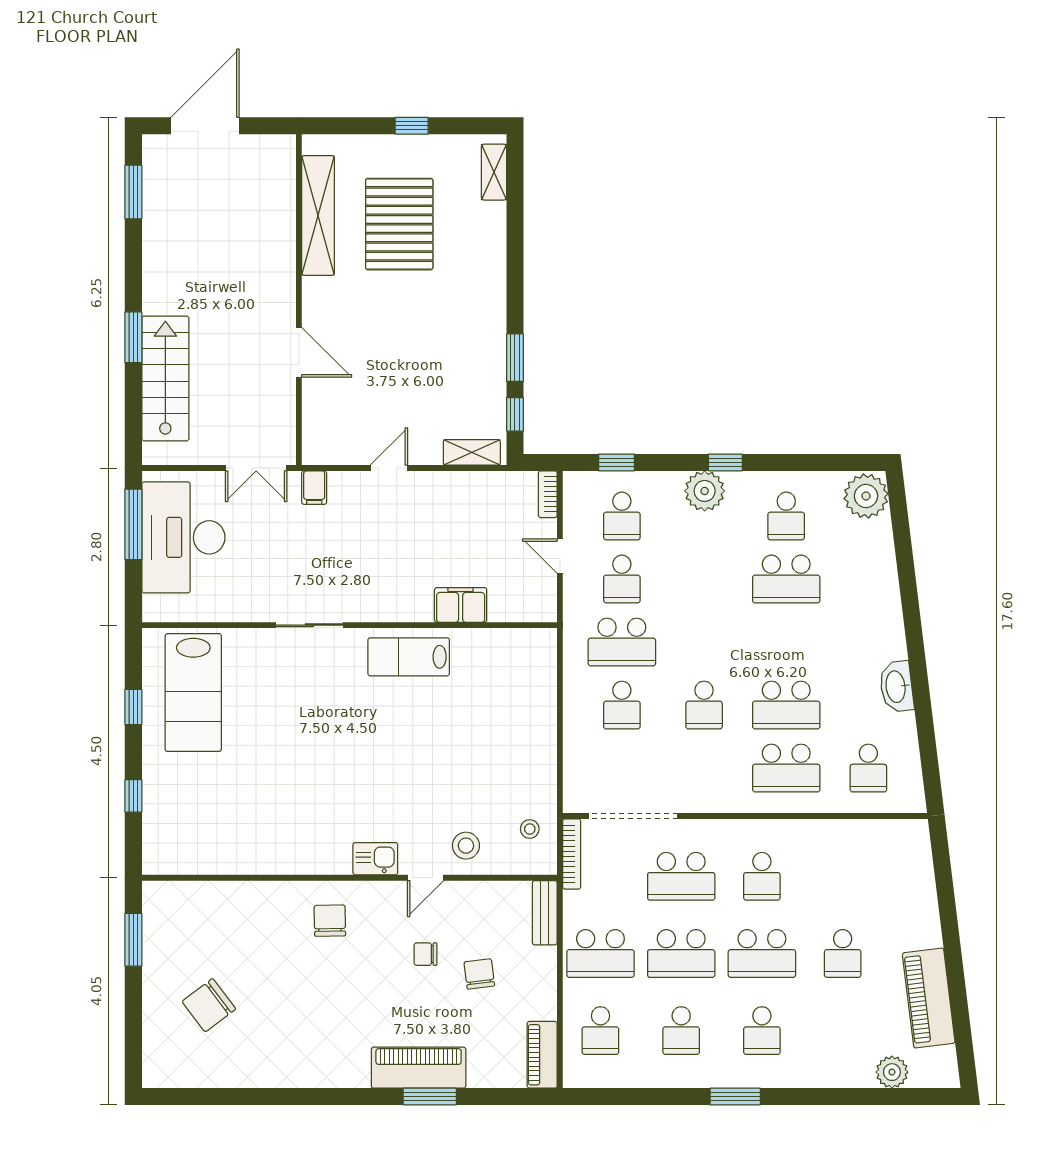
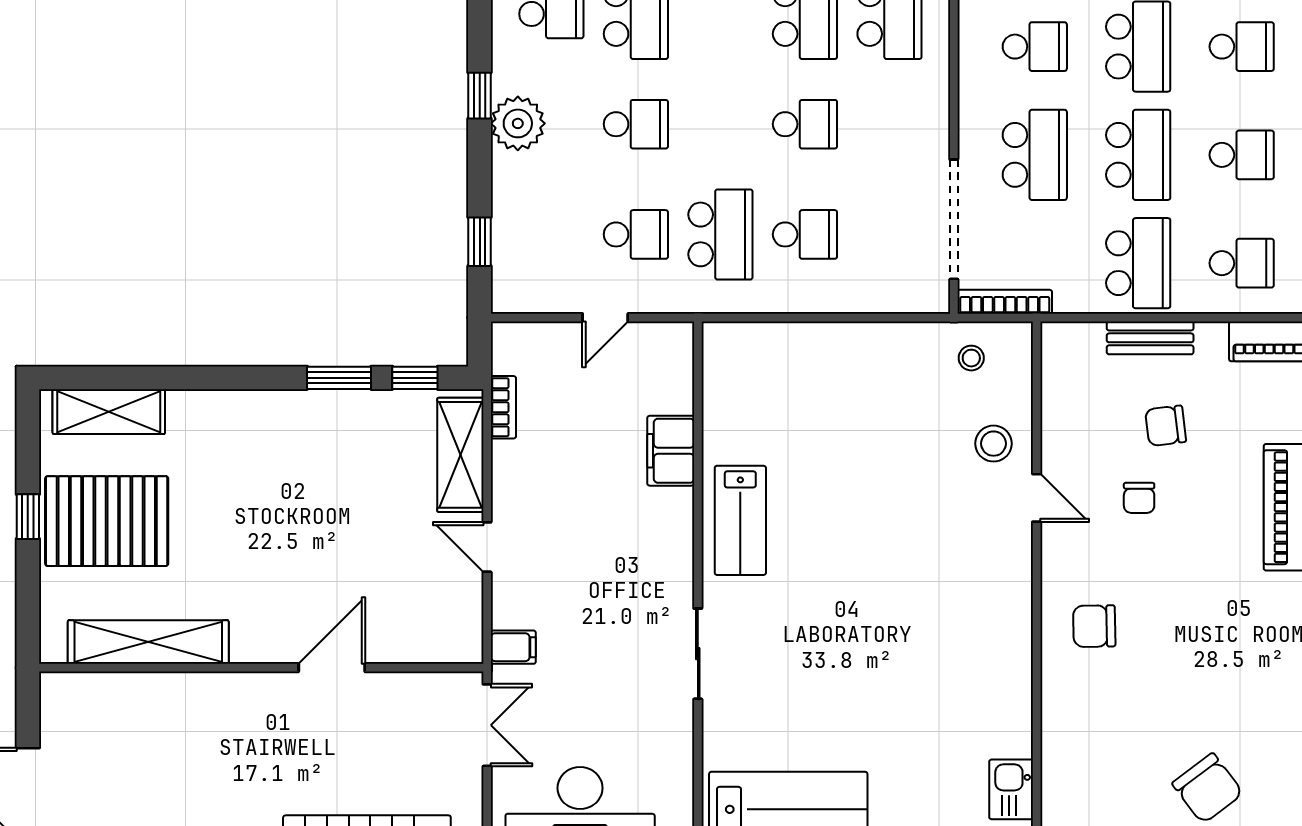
shelving: (494, 172) -> (109, 412), width x1.50, depth x1.33
pallet: (399, 224) -> (107, 521), moved
shelving: (472, 452) -> (460, 455), width x1.50, depth x1.33
bookcase: (548, 494) -> (503, 407), moved, turned -90
school desk: (622, 516) -> (636, 124), moved
kitchen sink: (375, 859) -> (1011, 789), moved
bench: (545, 913) -> (1150, 338), moved

